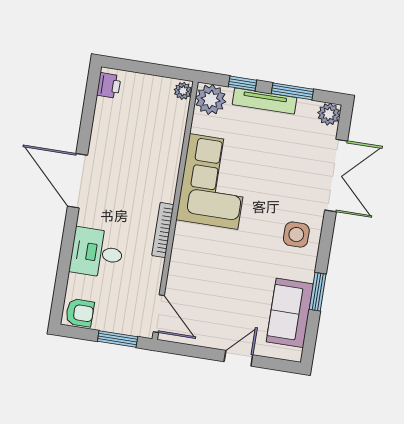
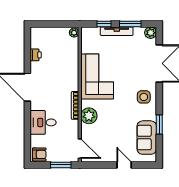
printer: (109, 85) -> (36, 55), moved
plant: (211, 100) -> (89, 116), moved
door: (238, 358) -> (124, 165), hinge flipped

